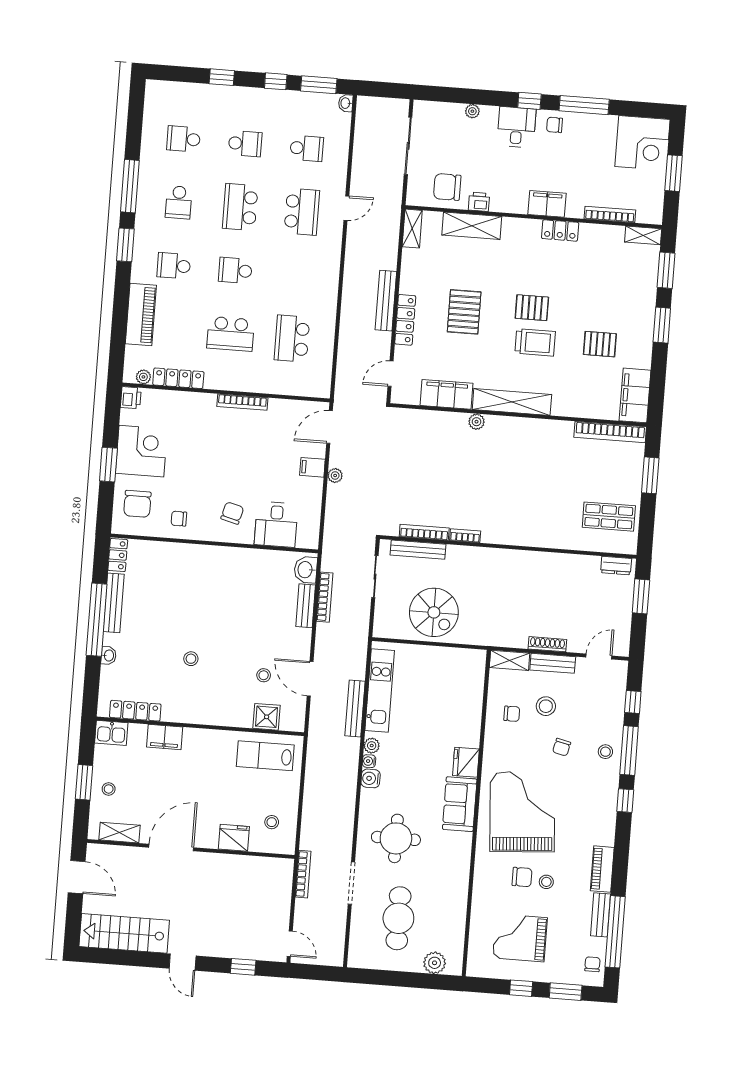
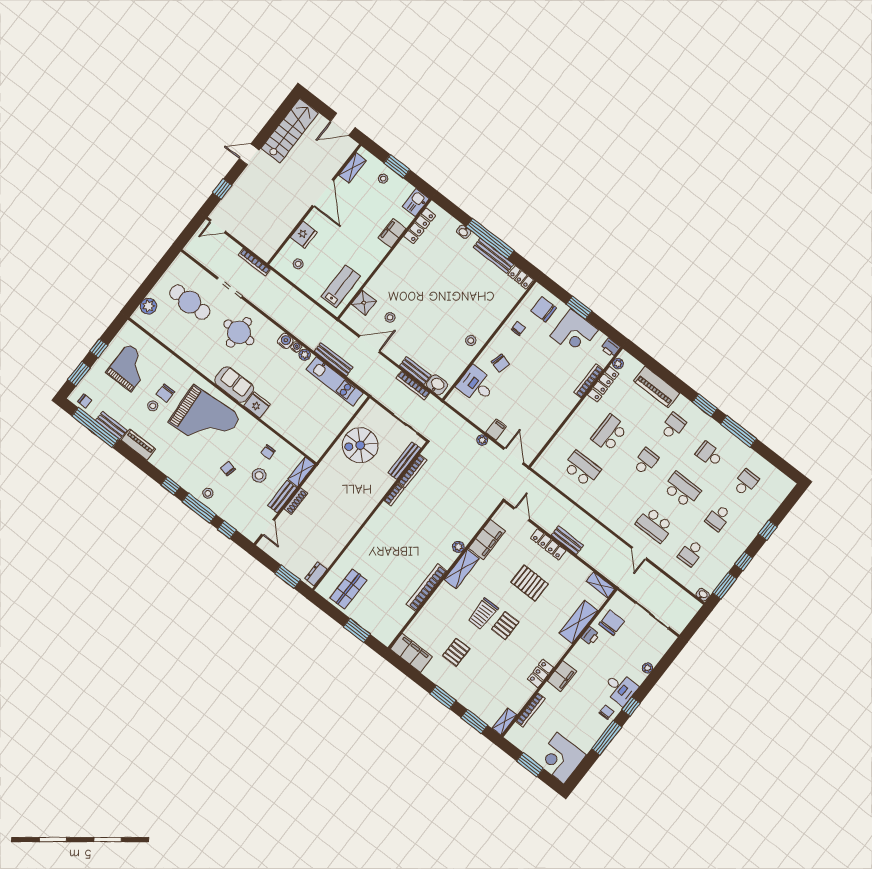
bench: (386, 301) -> (567, 540), width x0.73
bookcase: (242, 402) -> (589, 381), moved
shelving: (512, 402) -> (462, 569), width x0.68
bookcase: (610, 432) -> (427, 588), moved
stool: (191, 659) -> (471, 341), moved

